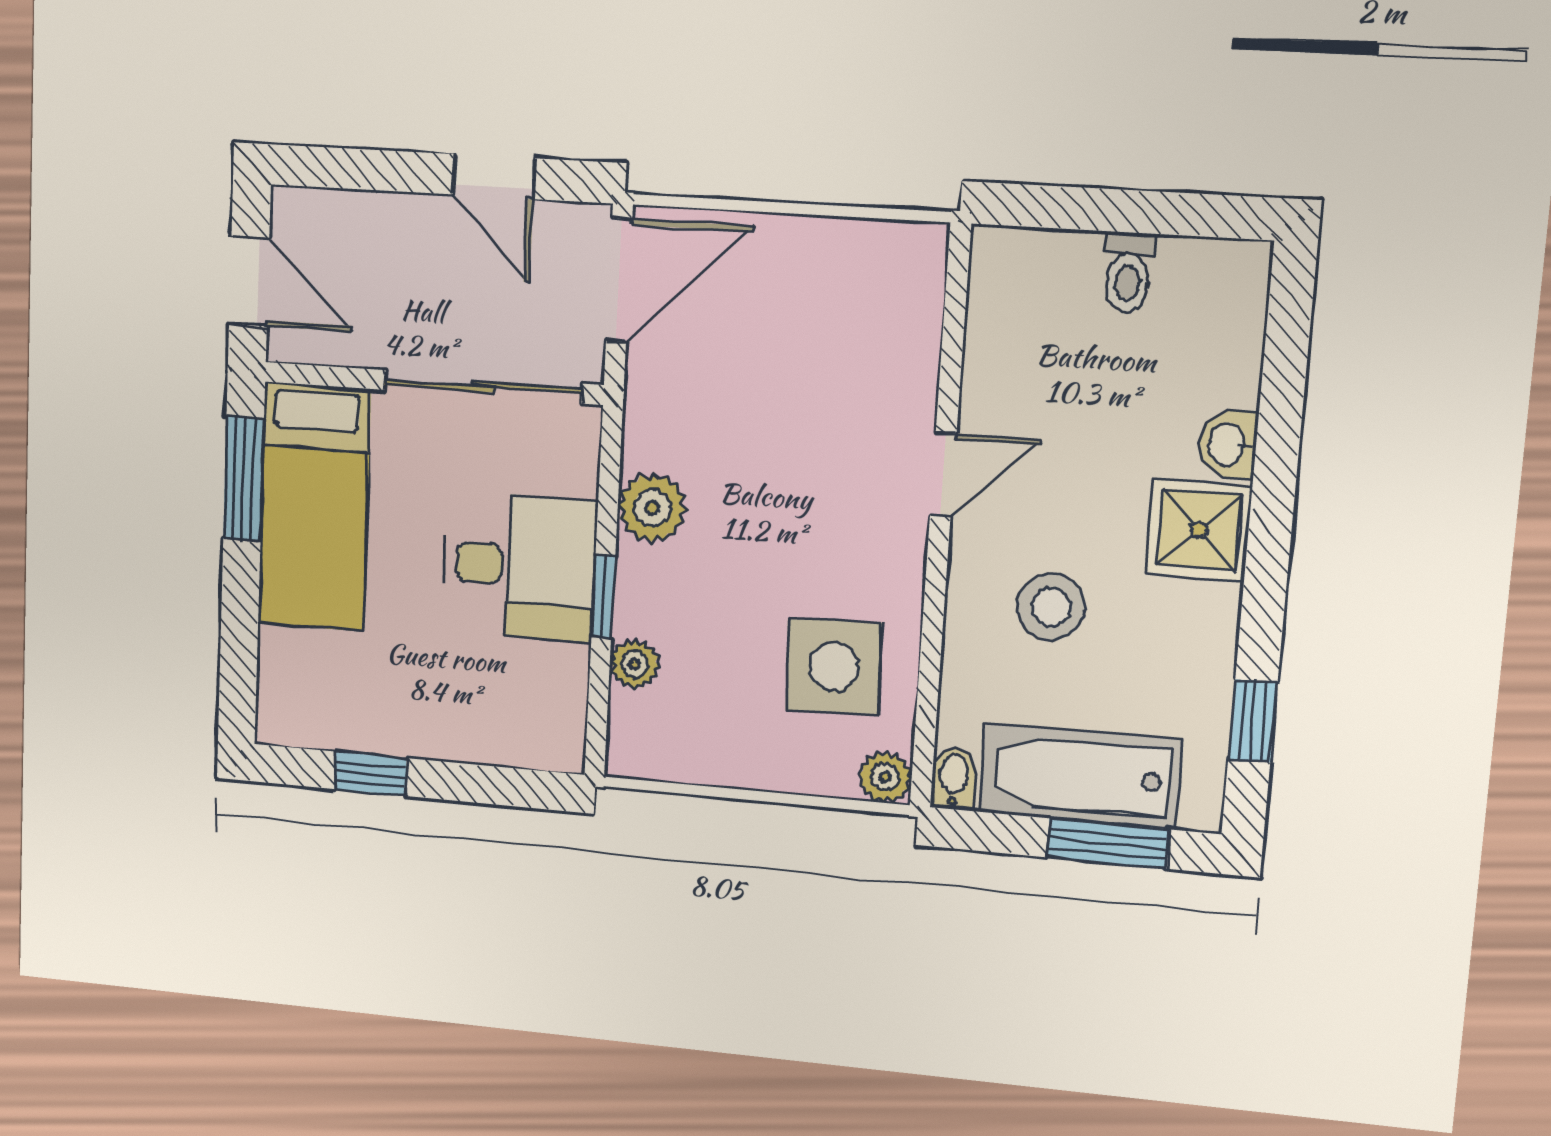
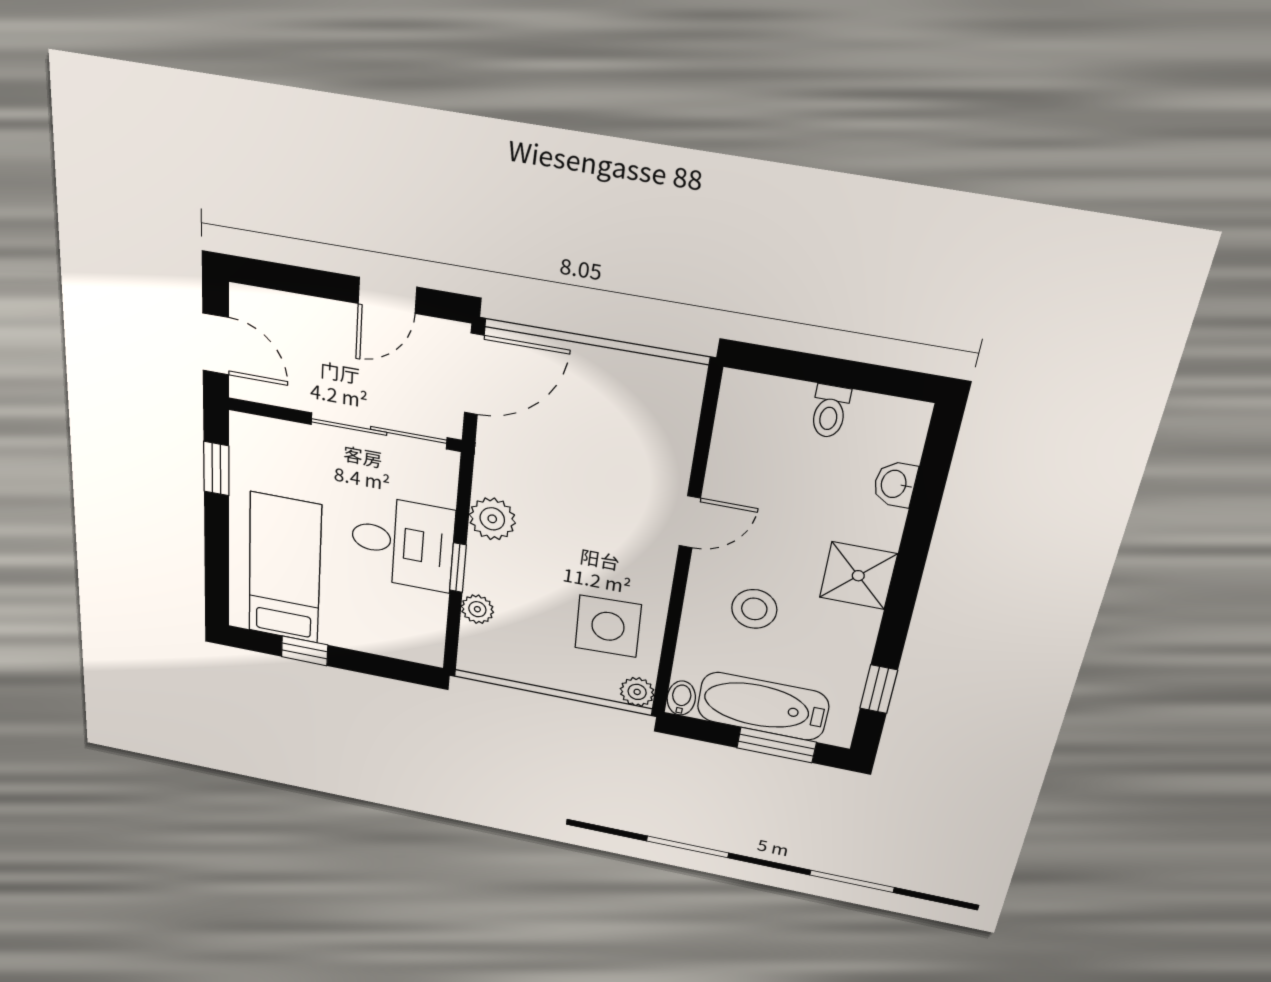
door: (494, 176) -> (387, 295), hinge flipped
washbasin: (1228, 444) -> (895, 484), moved
window: (244, 479) -> (216, 469), width x0.67
bed: (314, 507) -> (285, 569), moved, turned 180

